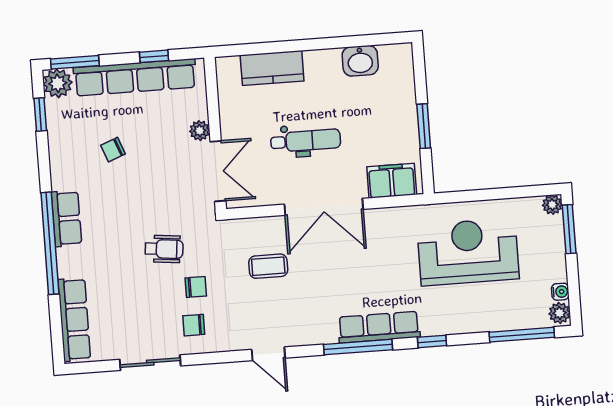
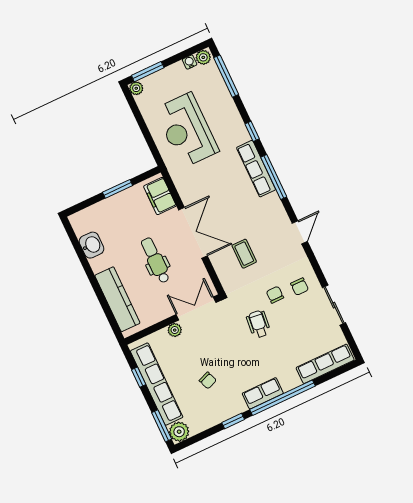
kitchen counter: (272, 68) -> (117, 299), width x1.50
window: (40, 115) -> (233, 421), moved

